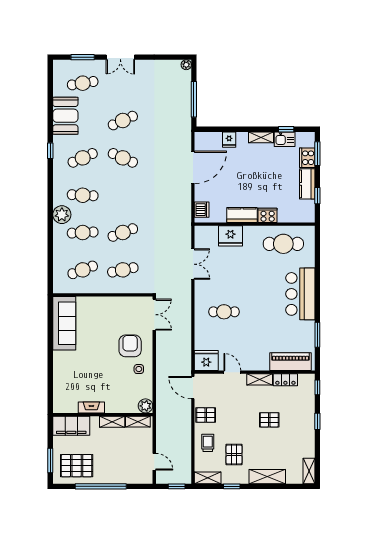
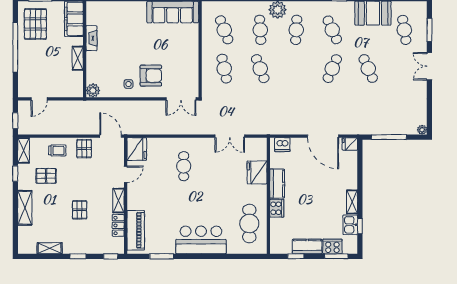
fridge: (229, 140) -> (350, 144), moved
door: (193, 388) -> (111, 136), hinge flipped
shelving: (138, 422) -> (78, 83), removed
shelving: (309, 471) -> (50, 248), moved

